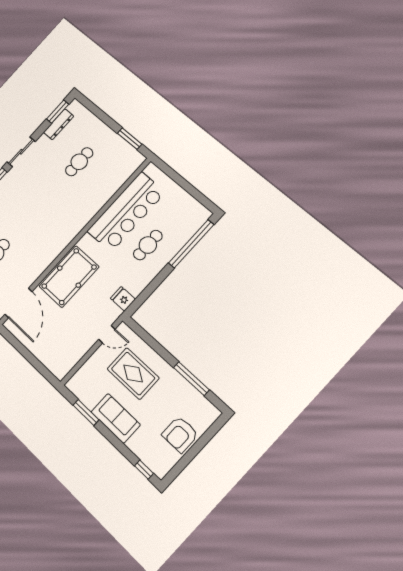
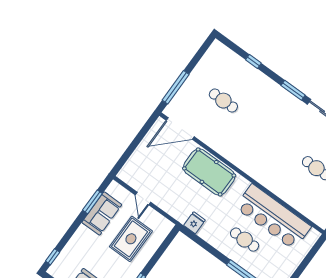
door: (107, 334) -> (143, 198), moved
sofa: (116, 418) -> (102, 213), moved

